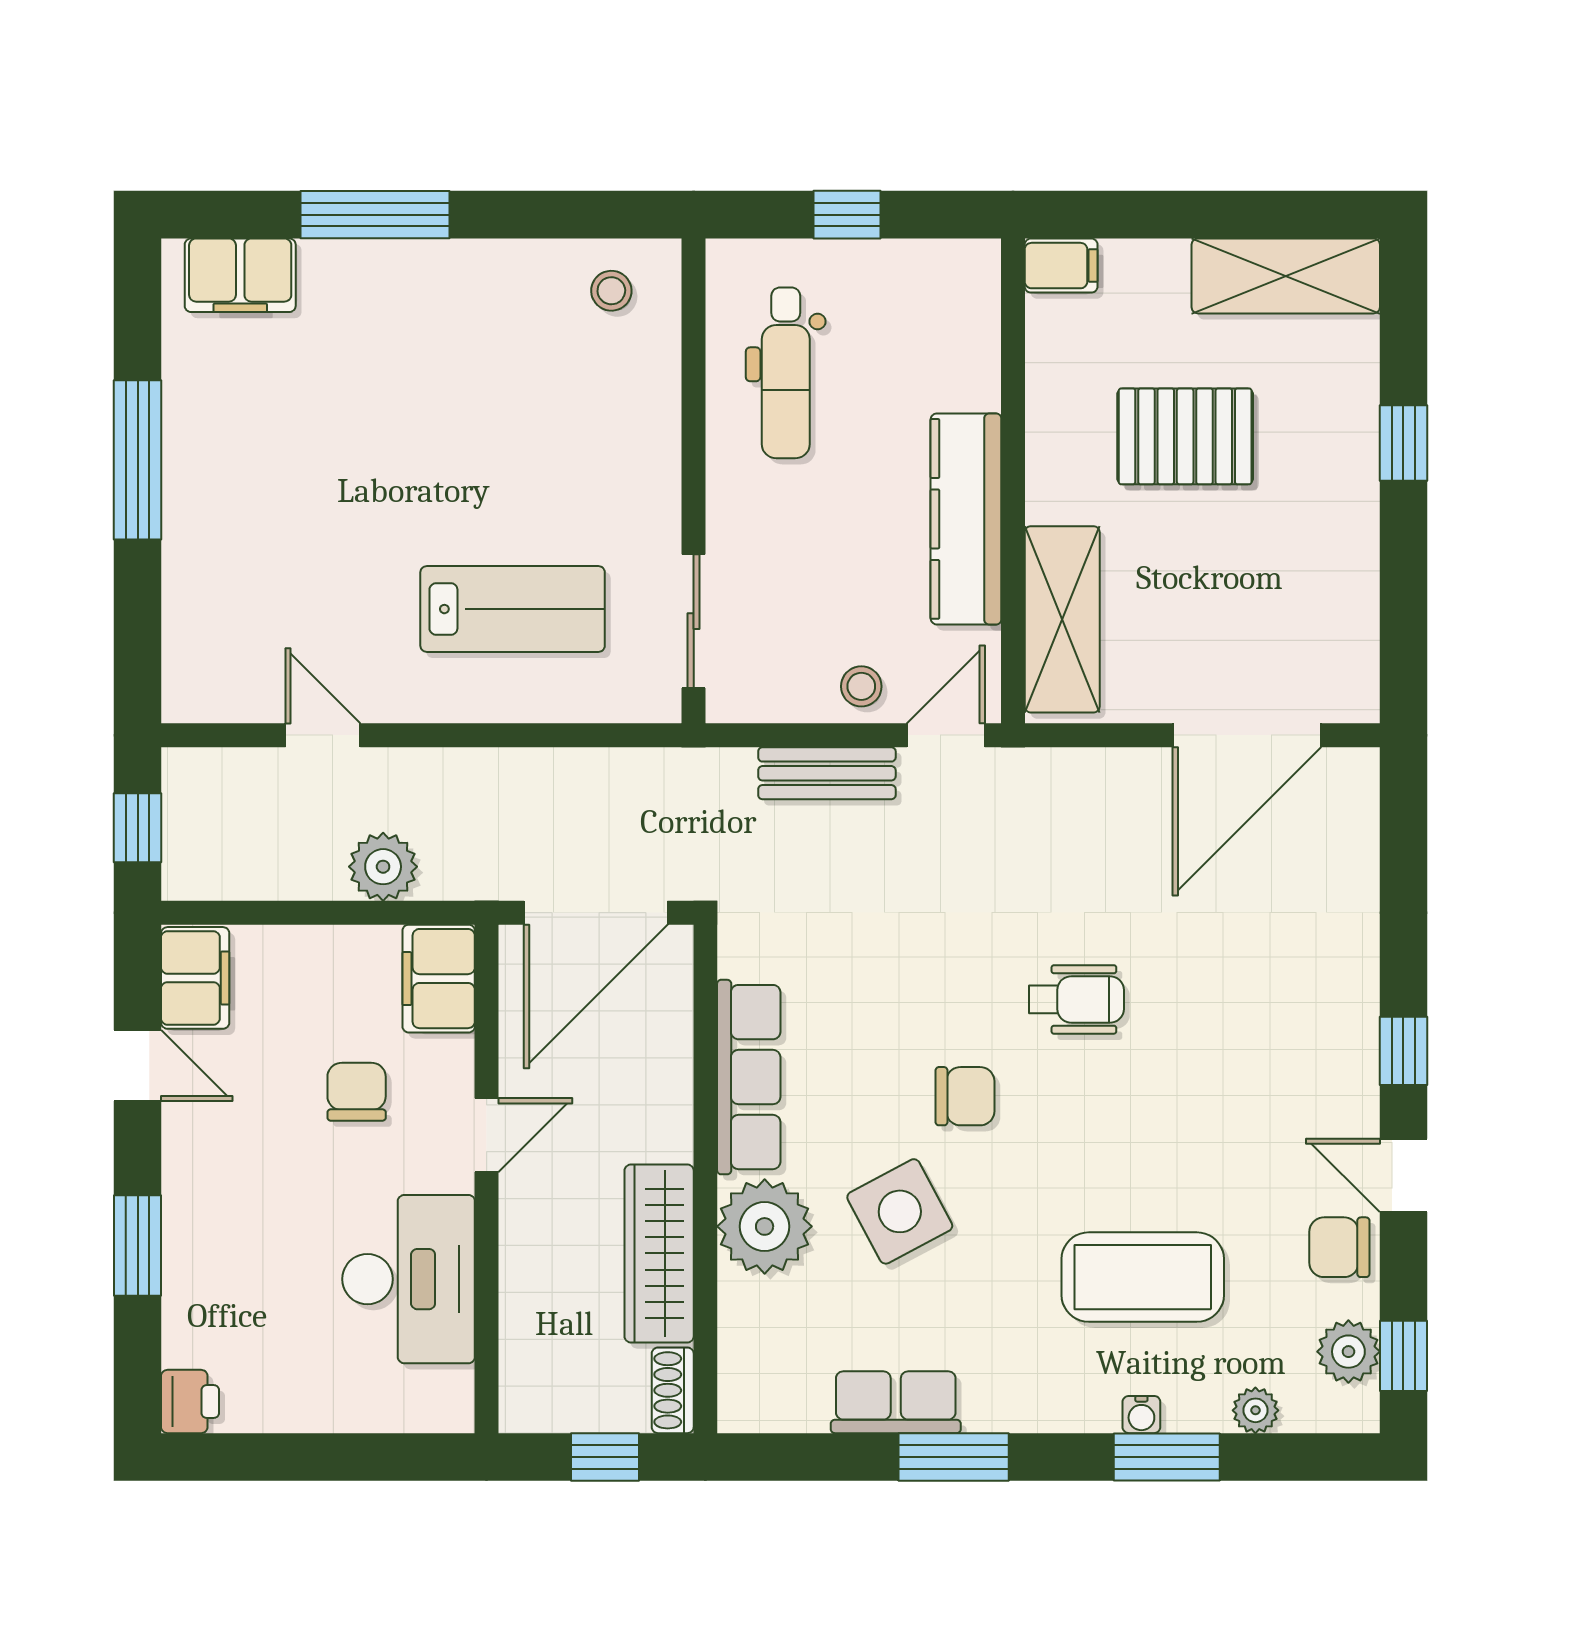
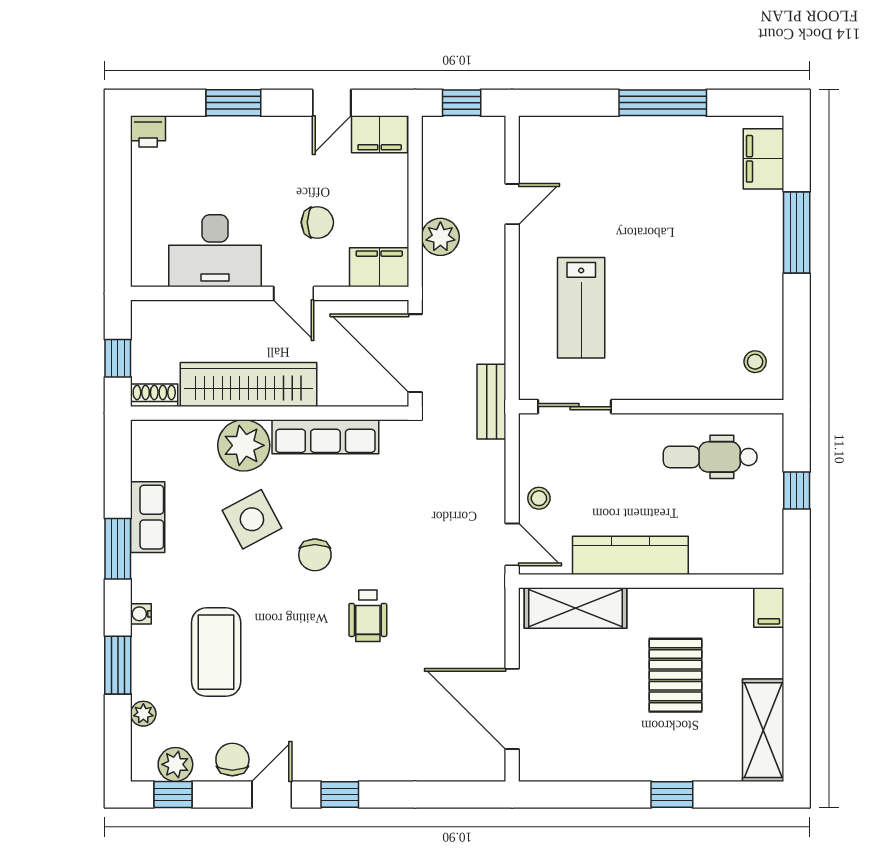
bench: (827, 773) -> (491, 402), moved
wardrobe: (659, 1253) -> (248, 385), width x1.40, depth x1.17
water cooler: (1141, 1415) -> (141, 614), moved

